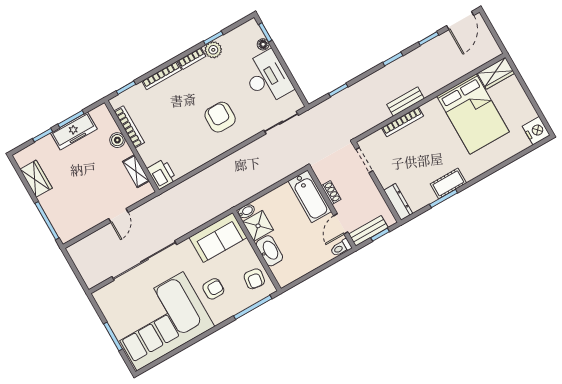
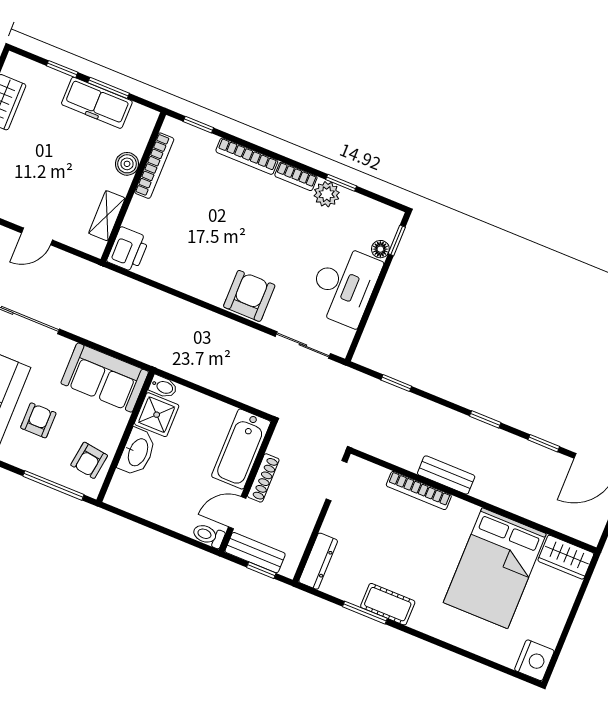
armchair: (220, 117) -> (249, 296), moved
shoe rack: (331, 193) -> (263, 478), width x1.43
armchair: (213, 289) -> (38, 420), turned -90

